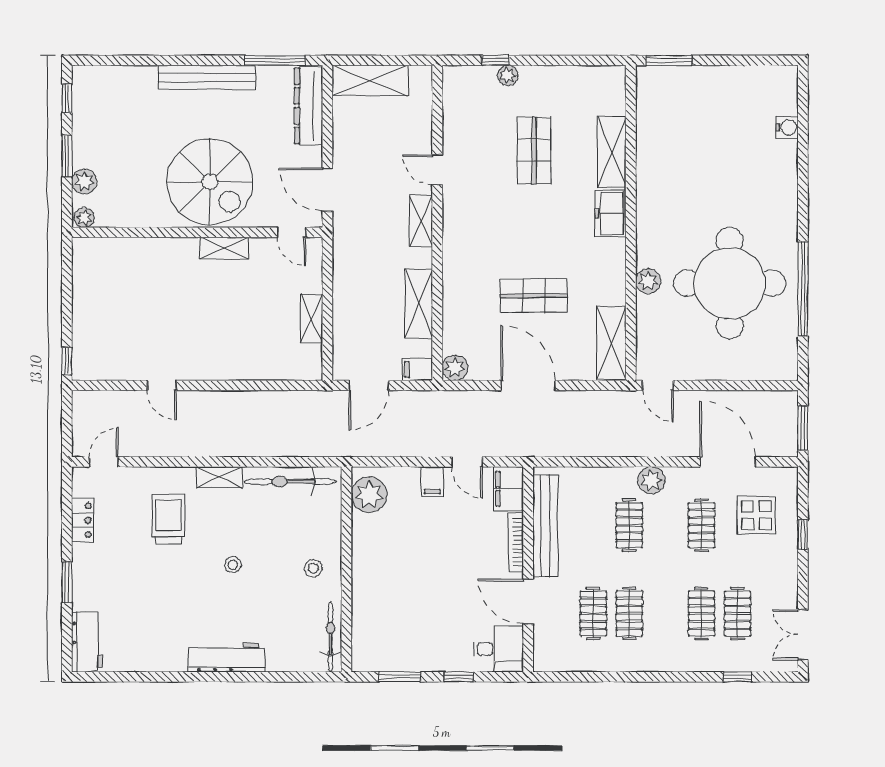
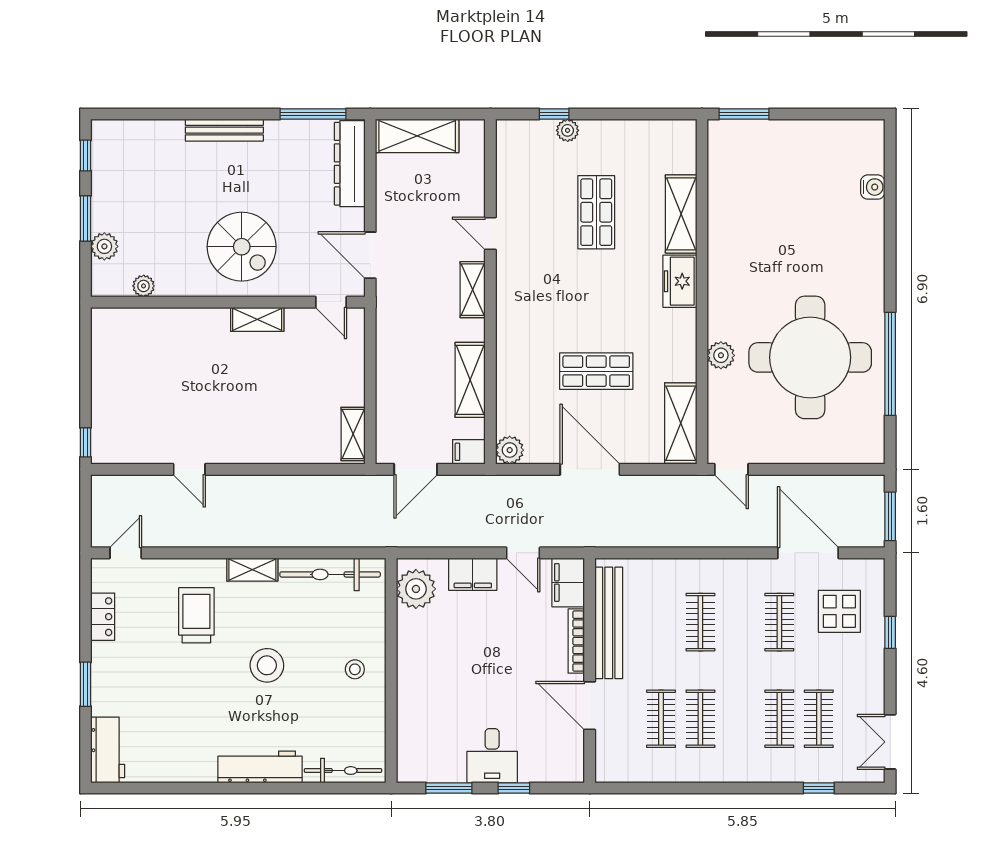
bench: (207, 77) -> (224, 130), width x0.73, depth x0.82
spiral stairs: (210, 182) -> (242, 247), width x0.73, depth x0.73
plant: (84, 218) -> (144, 286), moved
shelving: (312, 319) -> (353, 434), moved
plant: (651, 480) -> (725, 573), removed
filing cabinet: (432, 481) -> (473, 574), width x2.00
stool: (233, 565) -> (267, 665), width x1.89, depth x1.89
bicycle: (330, 637) -> (343, 771), moved, turned 90
desk: (498, 649) -> (492, 756), moved, turned 90

